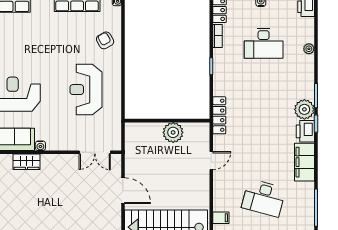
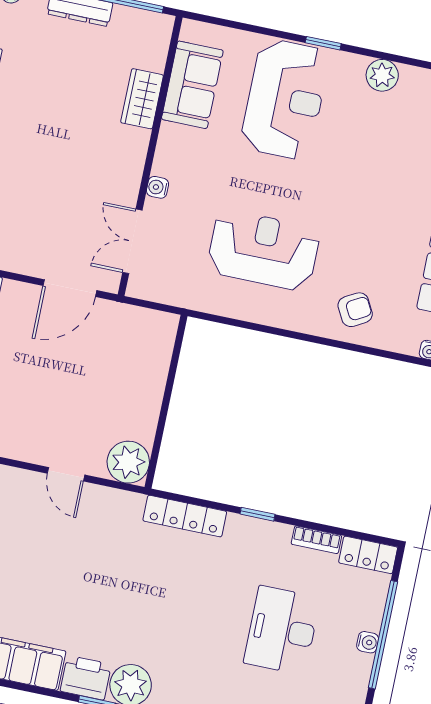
locker: (219, 115) -> (185, 516), moved
plant: (173, 132) -> (128, 462), moved
water cooler: (40, 146) -> (158, 187), moved
door: (123, 191) -> (70, 288), moved

